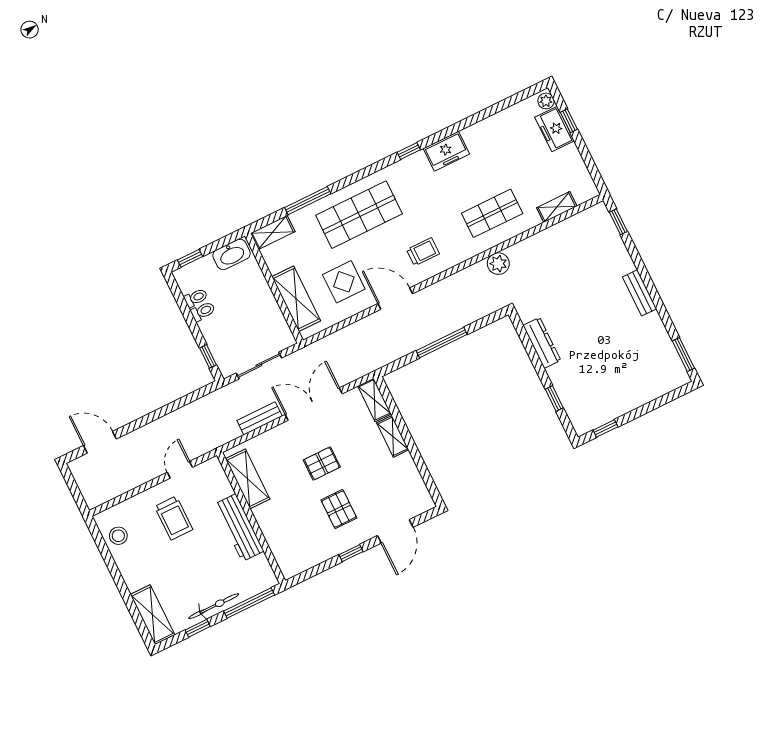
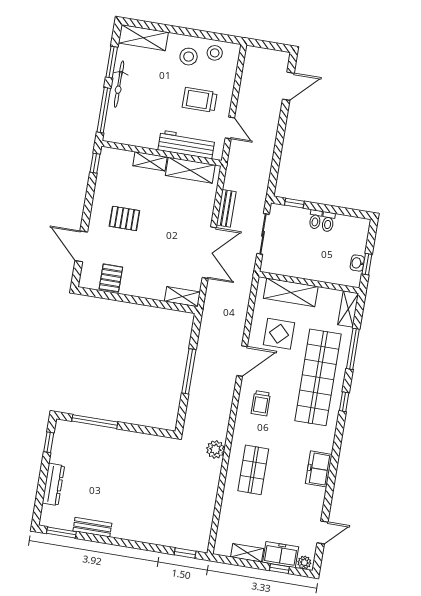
door: (505, 104) -> (322, 532), added
window: (409, 151) -> (344, 402), moved
shelving: (557, 207) -> (247, 553), moved, turned 90
shop shelf: (359, 215) -> (318, 377), width x1.40
washbasin: (232, 254) -> (357, 263), width x0.52, depth x0.69
window: (190, 258) -> (367, 264), moved
bench: (640, 293) -> (92, 527), moved
toilet: (196, 298) -> (315, 219), moved
dresser: (542, 343) -> (53, 484), moved, turned -90
window: (554, 398) -> (95, 422), width x2.17
shelving: (393, 436) -> (150, 161), moved
pallet: (322, 464) -> (111, 278), moved
workbench: (239, 528) -> (186, 144), moved
window: (351, 553) -> (95, 163), moved
stool: (140, 558) -> (189, 57), added
window: (198, 628) -> (112, 62), width x1.50

